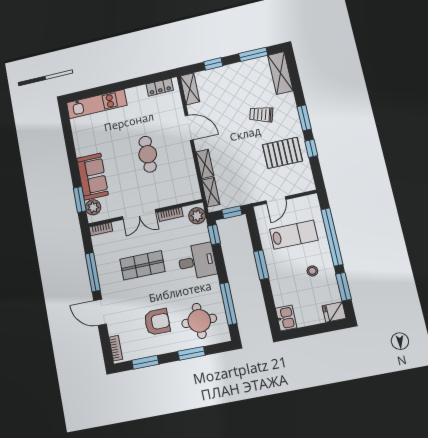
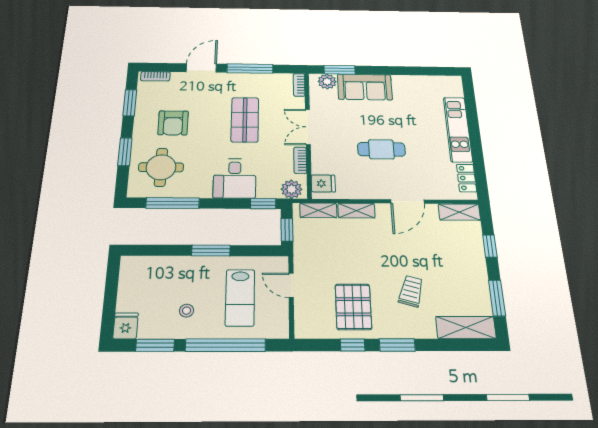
kitchen unit: (97, 104) -> (458, 129), moved
fridge: (187, 193) -> (323, 183), added
kitchen sink: (286, 318) -> (135, 266), removed

